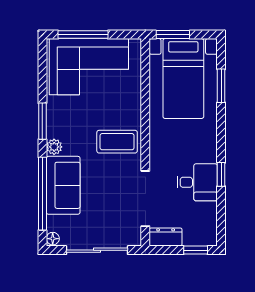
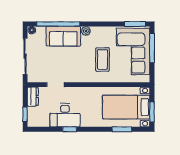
window: (173, 35) -> (152, 112), moved
window: (42, 121) -> (135, 24), moved
coffee table: (117, 142) -> (103, 59), moved
desk: (197, 182) -> (65, 115), width x1.37
doorway: (145, 199) -> (55, 85), width x0.53

